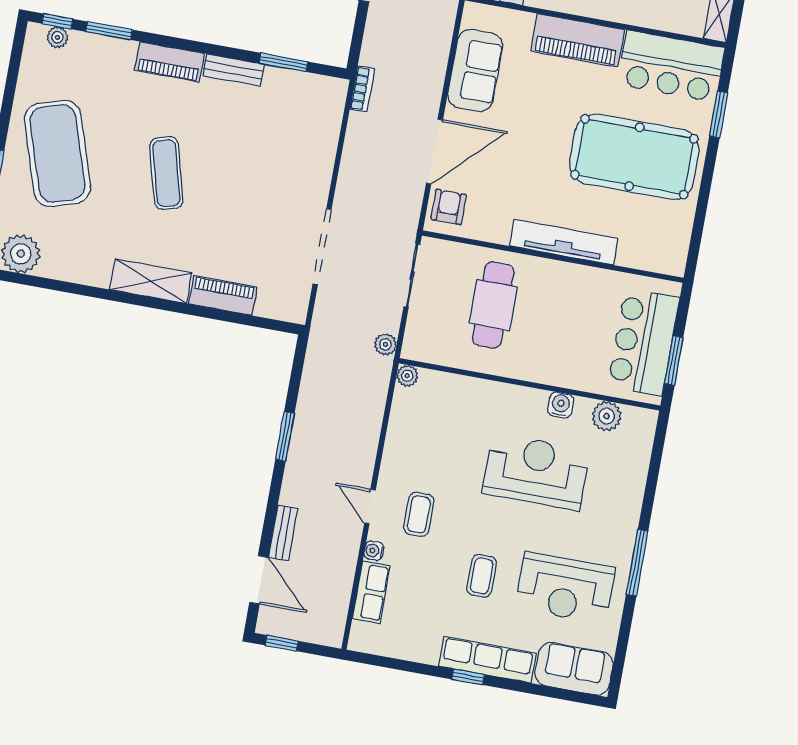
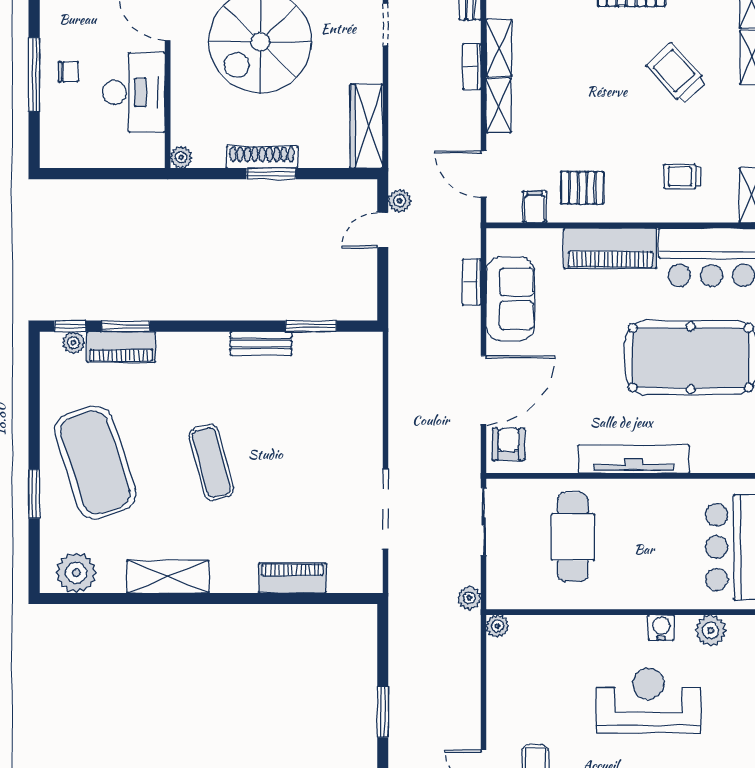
piano: (169, 62) -> (121, 347), moved
bookcase: (362, 89) -> (472, 282), moved, turned 180
shelving: (151, 281) -> (168, 577), moved

